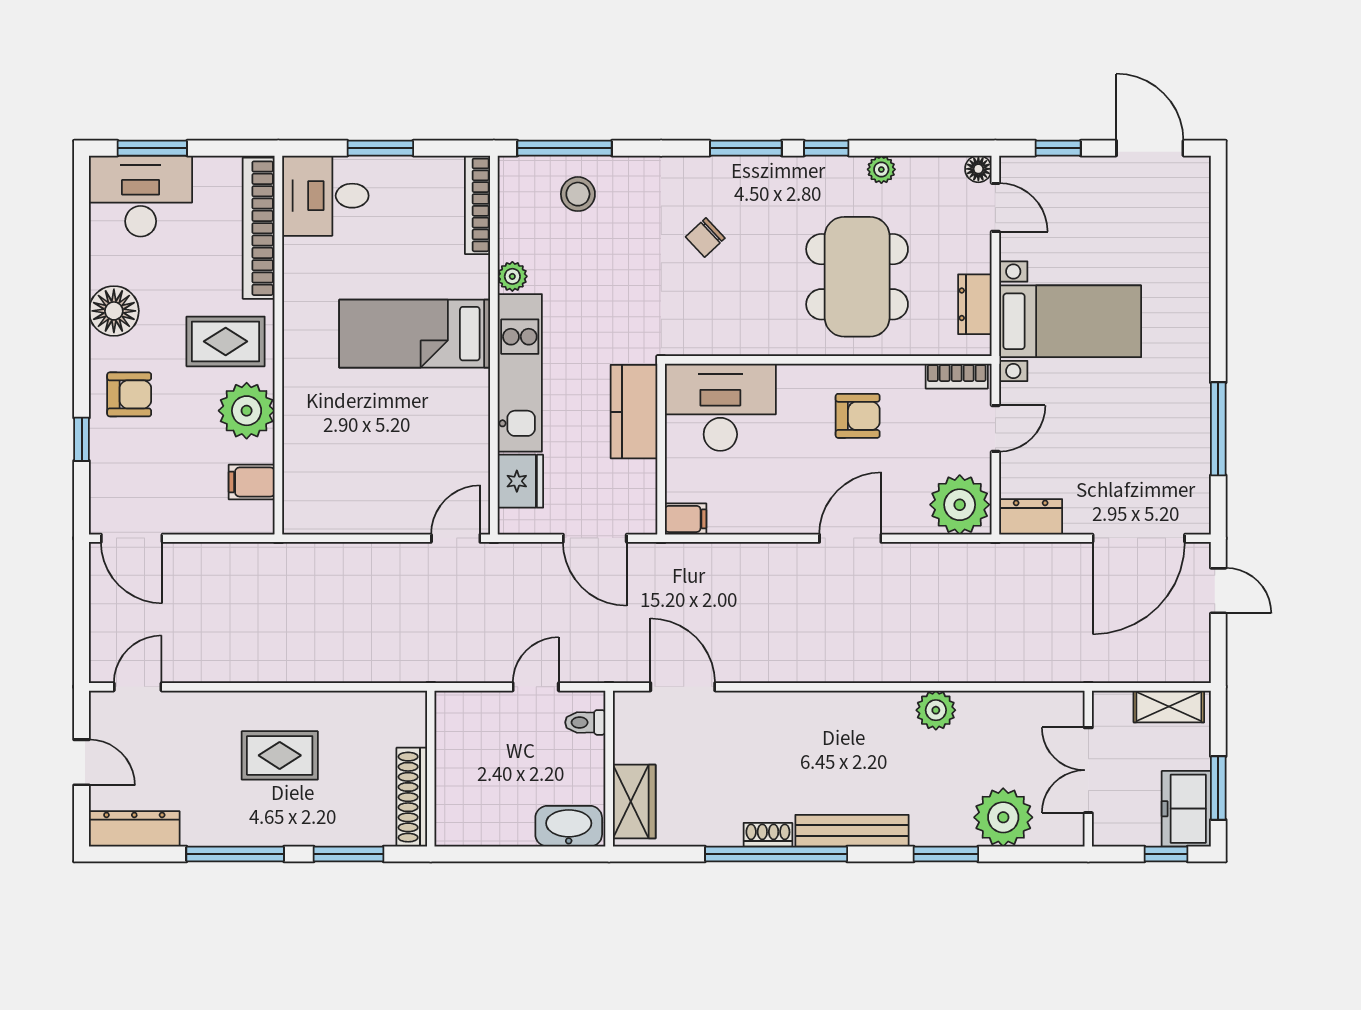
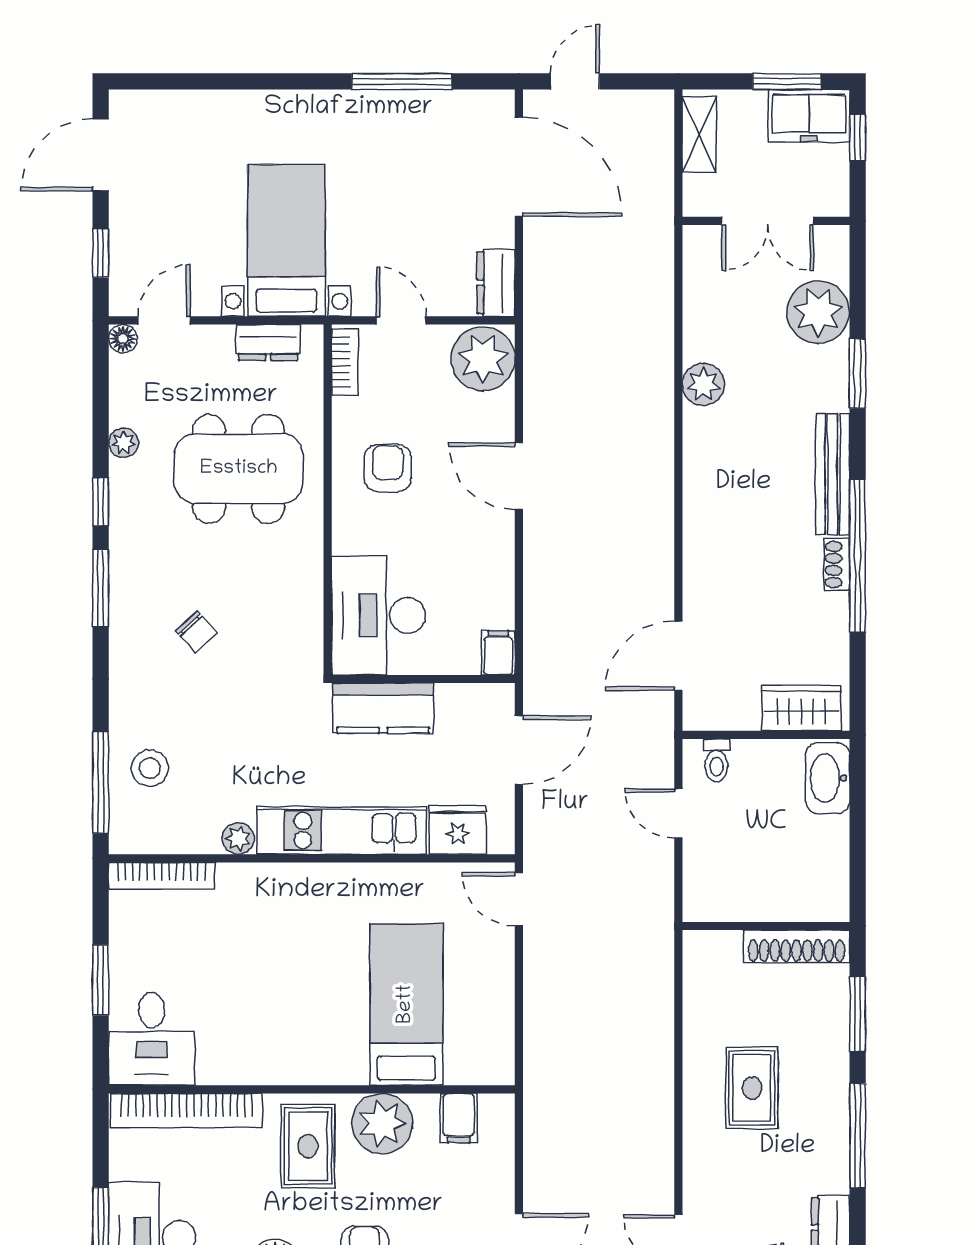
bed: (415, 334) -> (406, 1004), moved, turned 180

